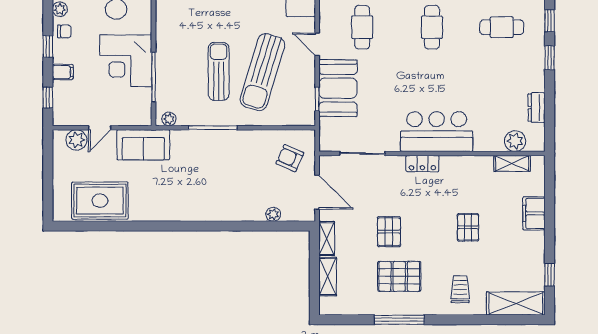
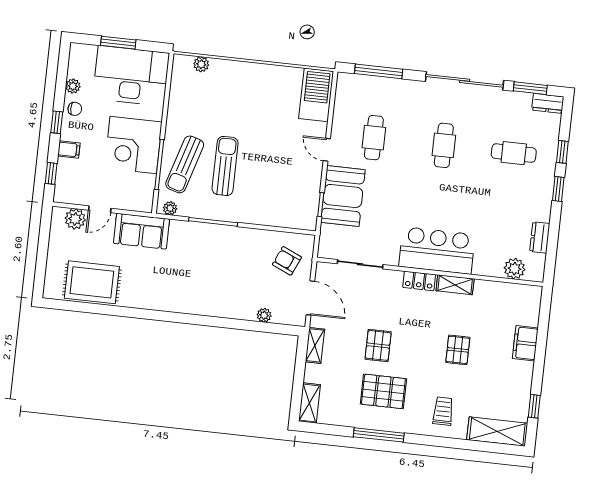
sun lounger: (262, 72) -> (185, 164), moved, width x0.73, depth x0.75
shelving: (512, 163) -> (455, 285), moved
shelving: (328, 277) -> (310, 403), moved

